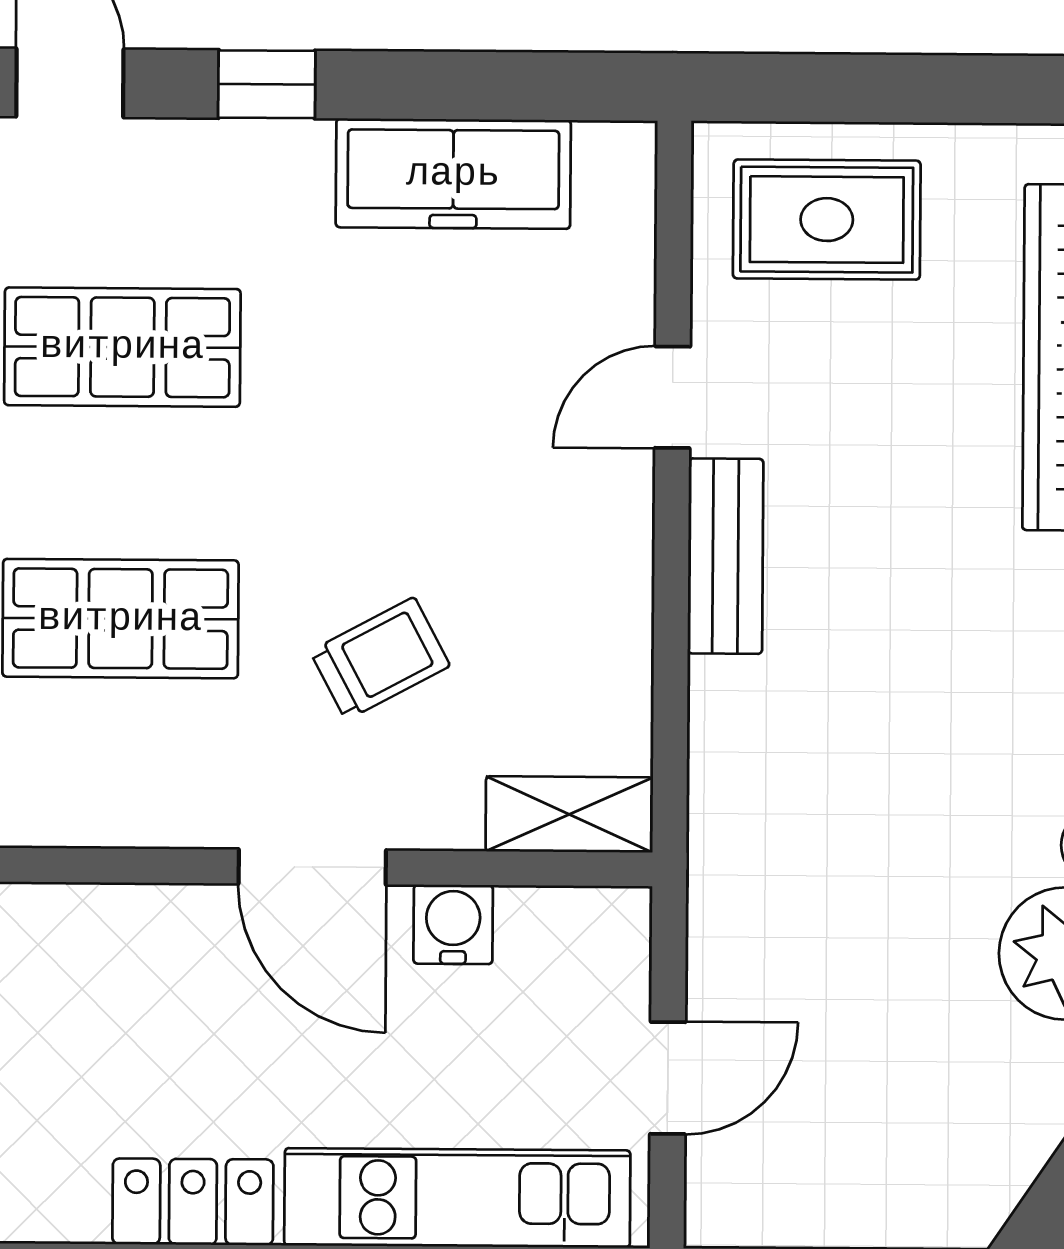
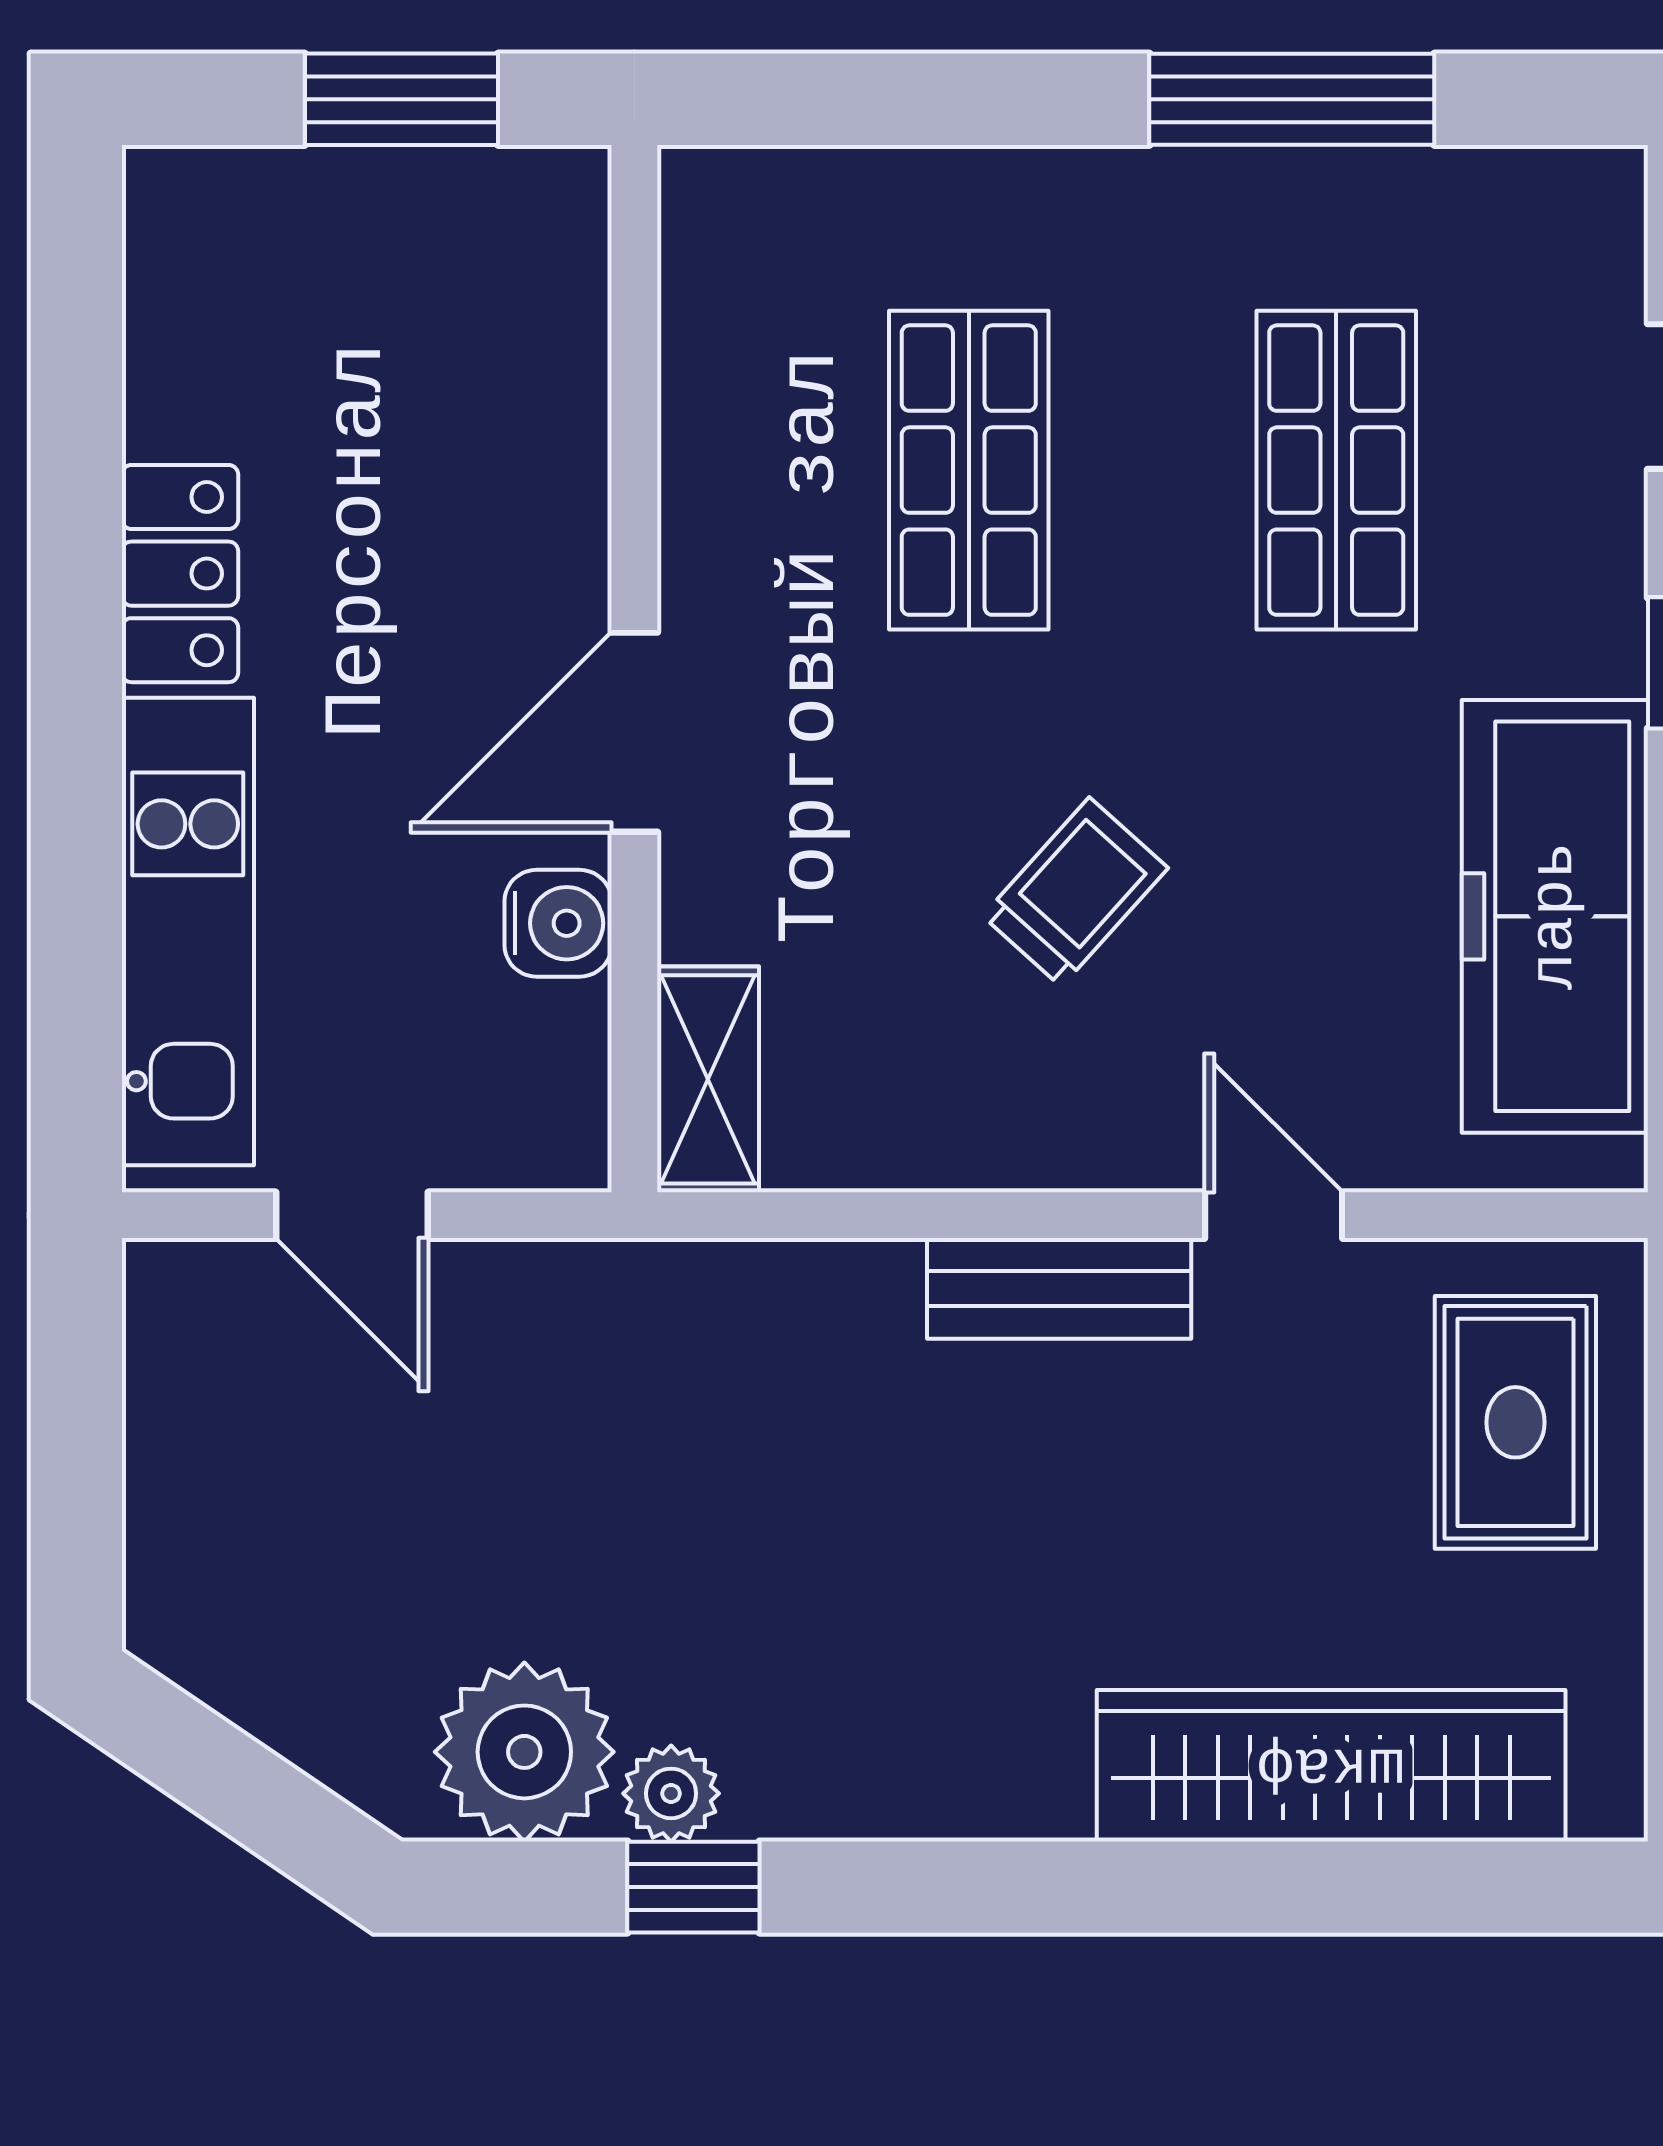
freezer: (453, 174) -> (1555, 916), width x1.36, depth x1.26
trolley: (380, 659) -> (1075, 892), moved, turned -110

